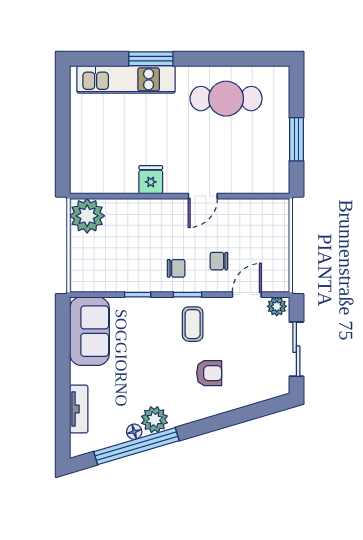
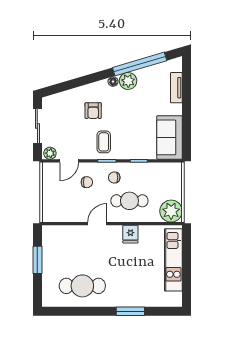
kitchen unit: (126, 79) -> (173, 260), moved, turned -90
cafe table: (152, 232) -> (129, 201), added
armchair: (209, 373) -> (93, 111), turned -90
floor lamp: (134, 432) -> (113, 82), moved

